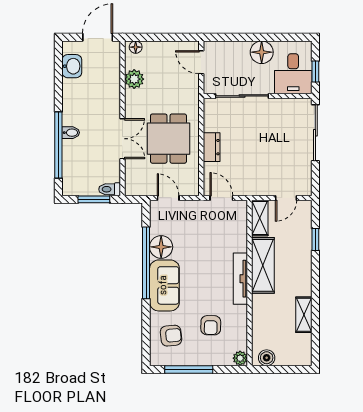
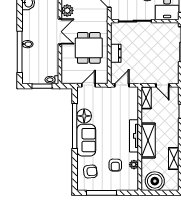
double door: (122, 139) -> (60, 32), moved
door: (168, 198) -> (89, 85), hinge flipped
door: (221, 198) -> (122, 85), hinge flipped
door: (286, 198) -> (163, 85), hinge flipped
shelving: (263, 265) -> (148, 140), moved
plant: (240, 358) -> (134, 165), moved
boiler: (267, 358) -> (155, 181), width x1.86, depth x1.86

